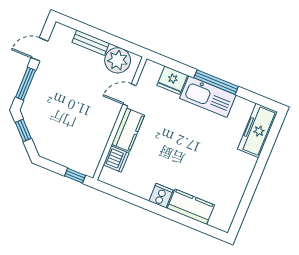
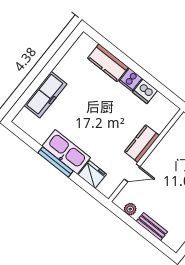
plant: (118, 60) -> (130, 209), width x0.53, depth x0.53
freezer: (257, 131) -> (45, 95), moved
dishwasher: (116, 159) -> (145, 91), moved, turned -90

